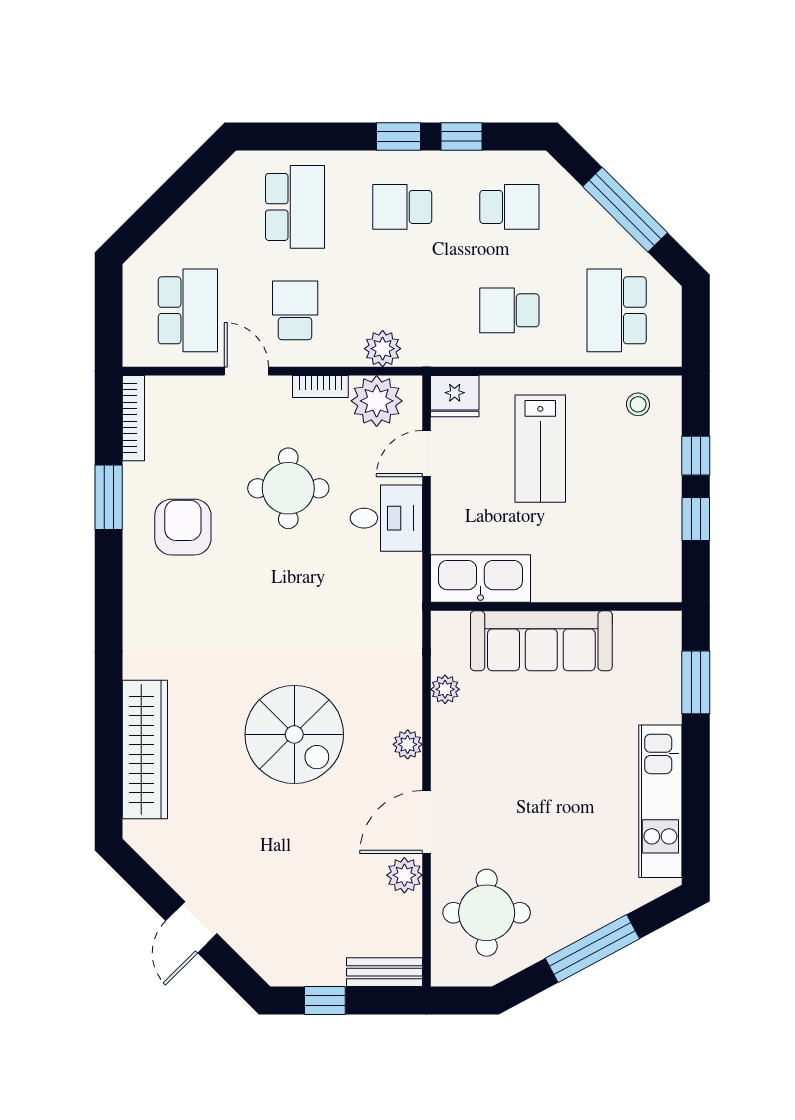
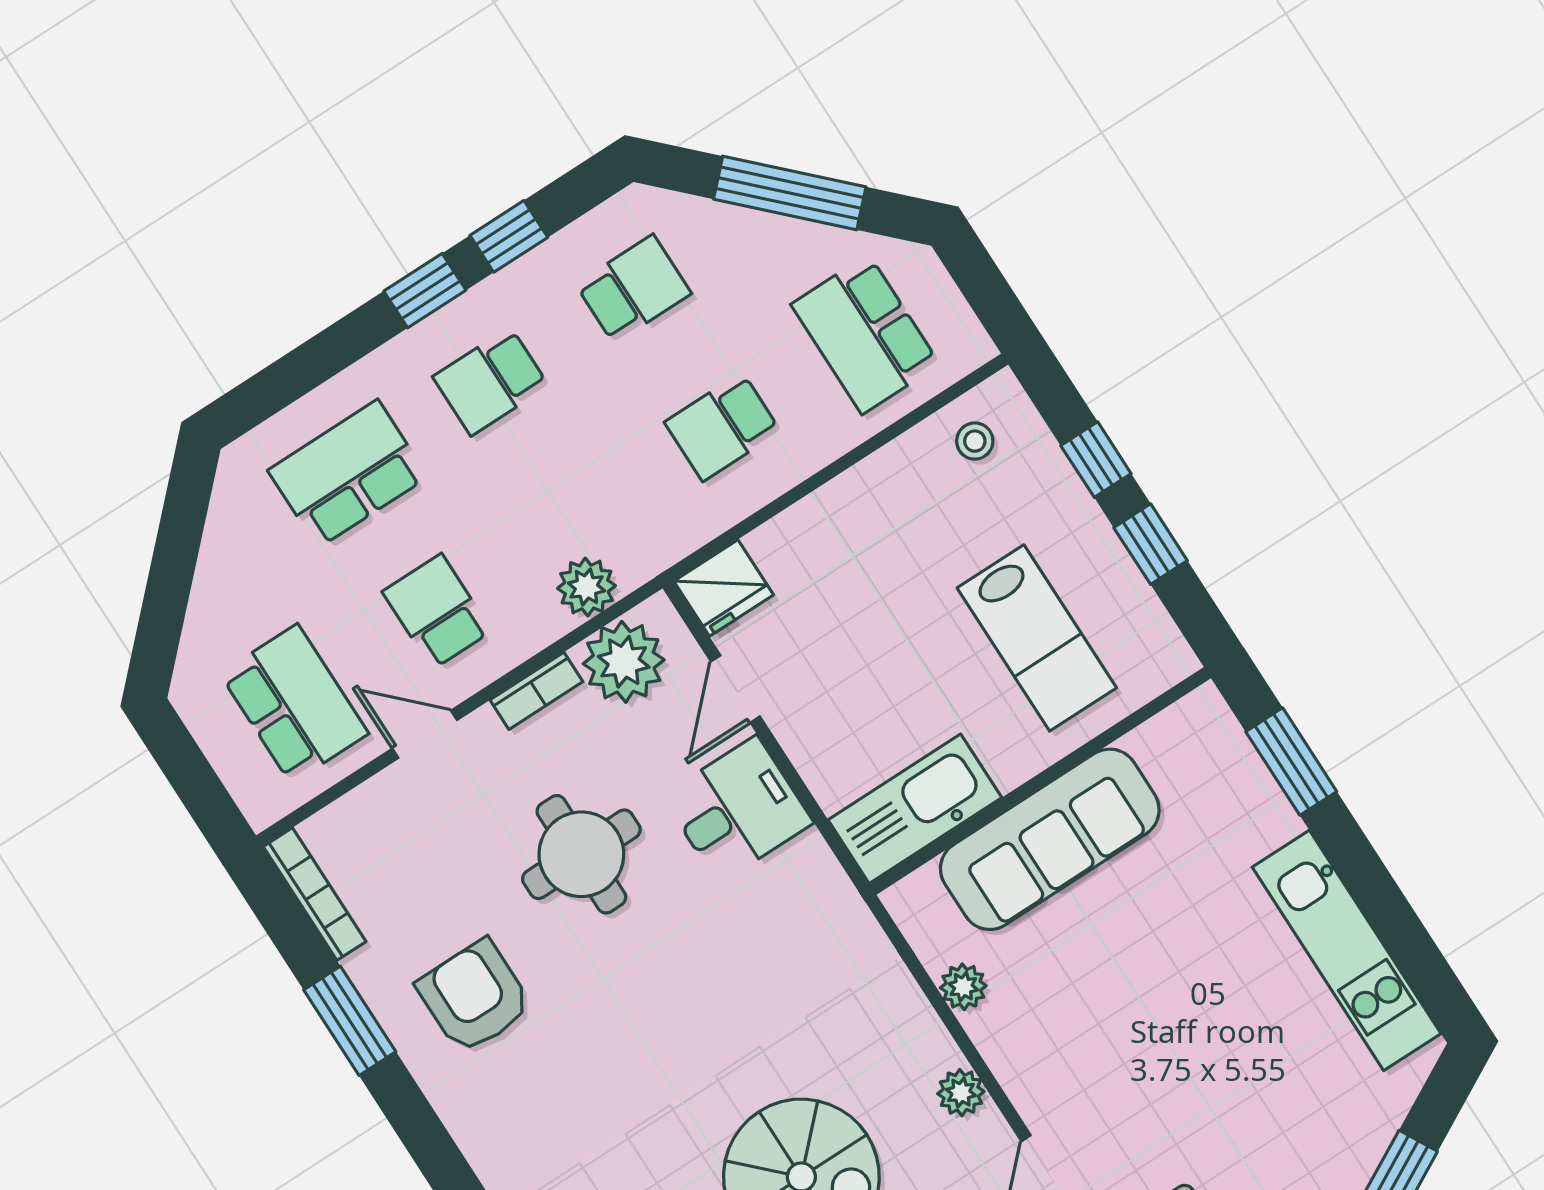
school desk: (295, 207) -> (348, 474), turned -90
lab bench: (540, 449) -> (1037, 638), moved

